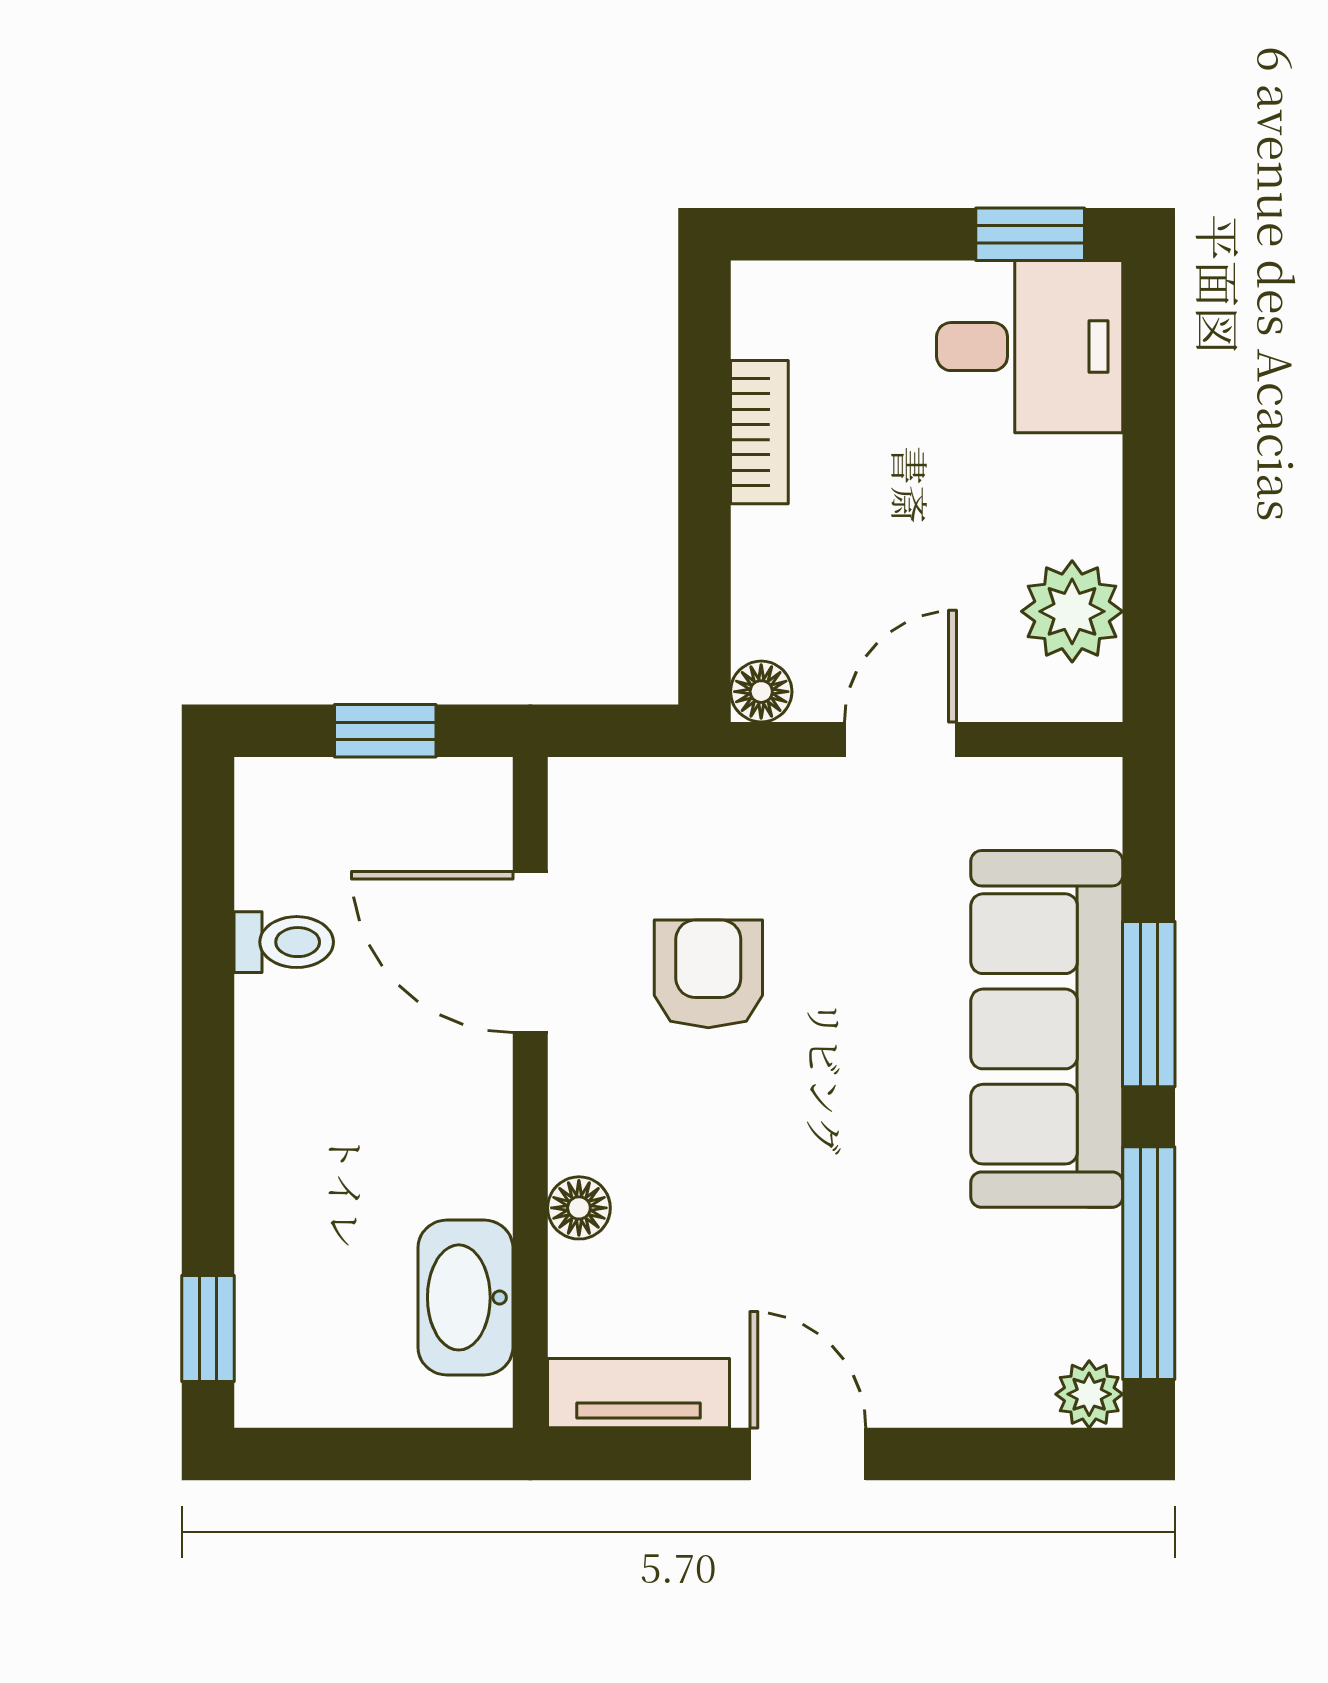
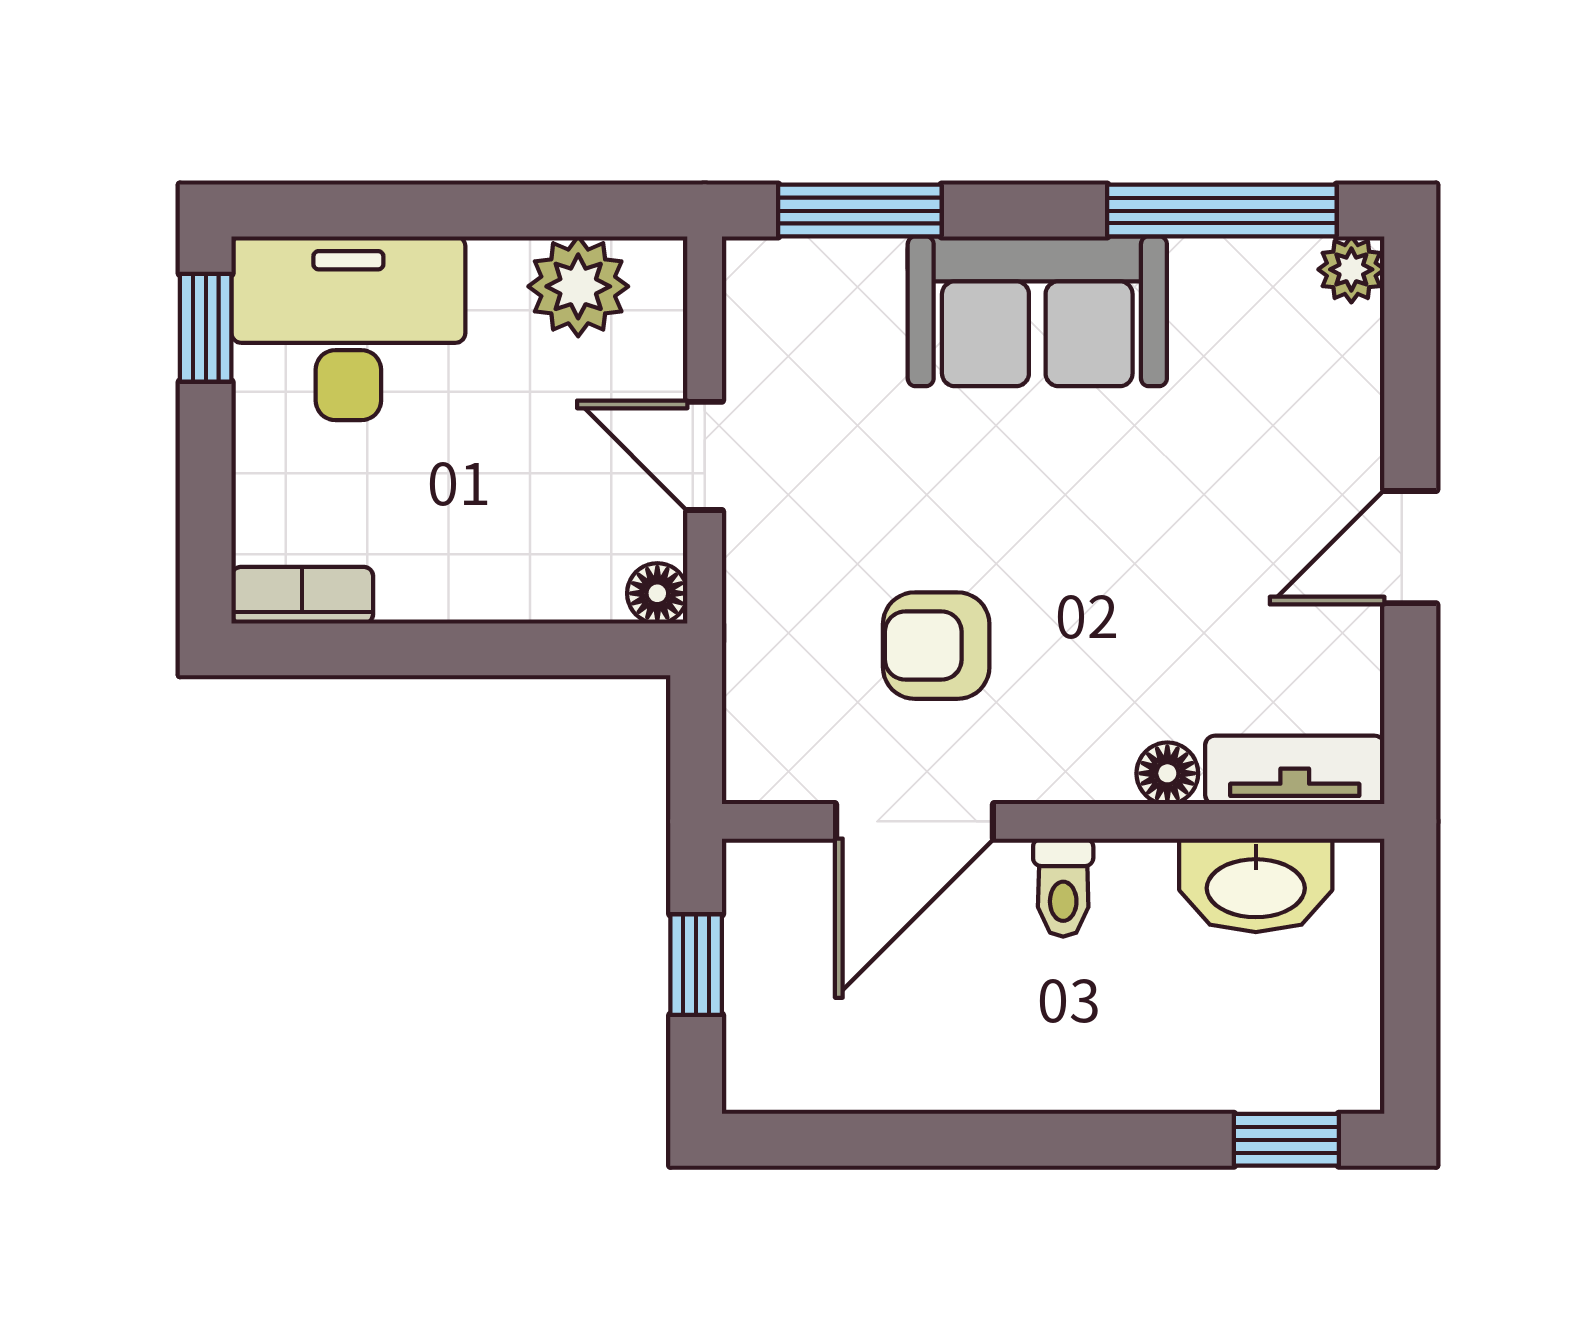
desk: (1030, 347) -> (348, 328), width x1.37
bookcase: (759, 432) -> (302, 595), moved
toilet: (284, 942) -> (1063, 888), moved, turned 180
window: (1149, 1004) -> (860, 211), moved
sofa: (1047, 1029) -> (1037, 311), width x0.73
tv unit: (639, 1393) -> (1295, 770), moved, turned 90

